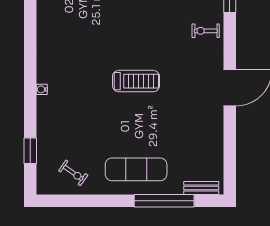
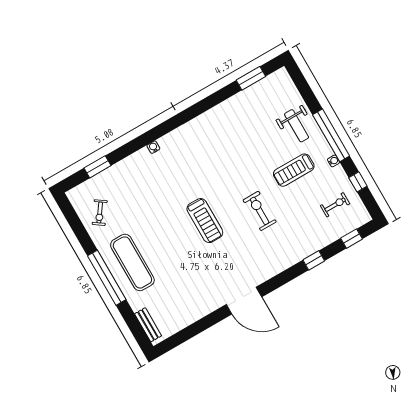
exercise bike: (206, 31) -> (260, 211), moved, width x1.38, depth x1.39
window: (164, 201) -> (107, 278), moved

